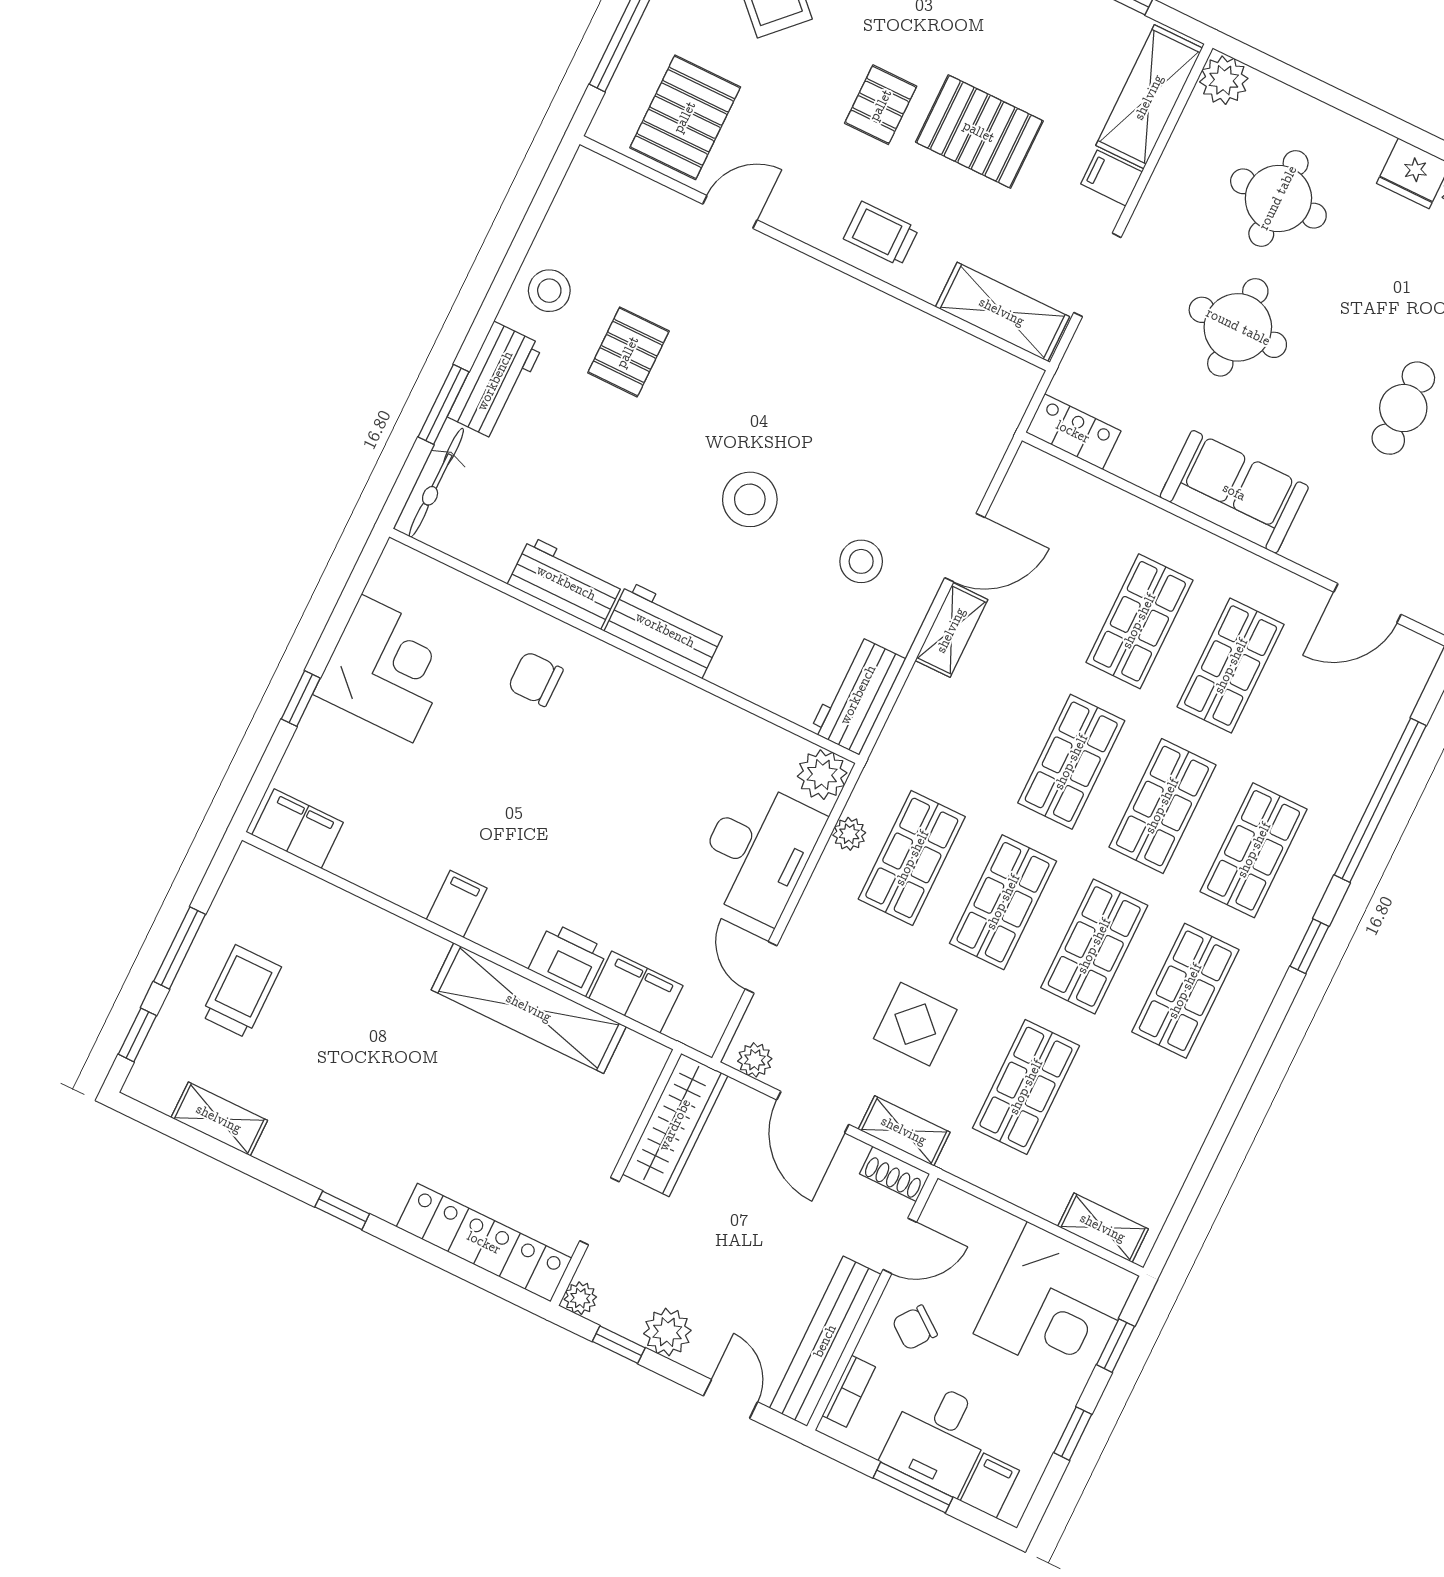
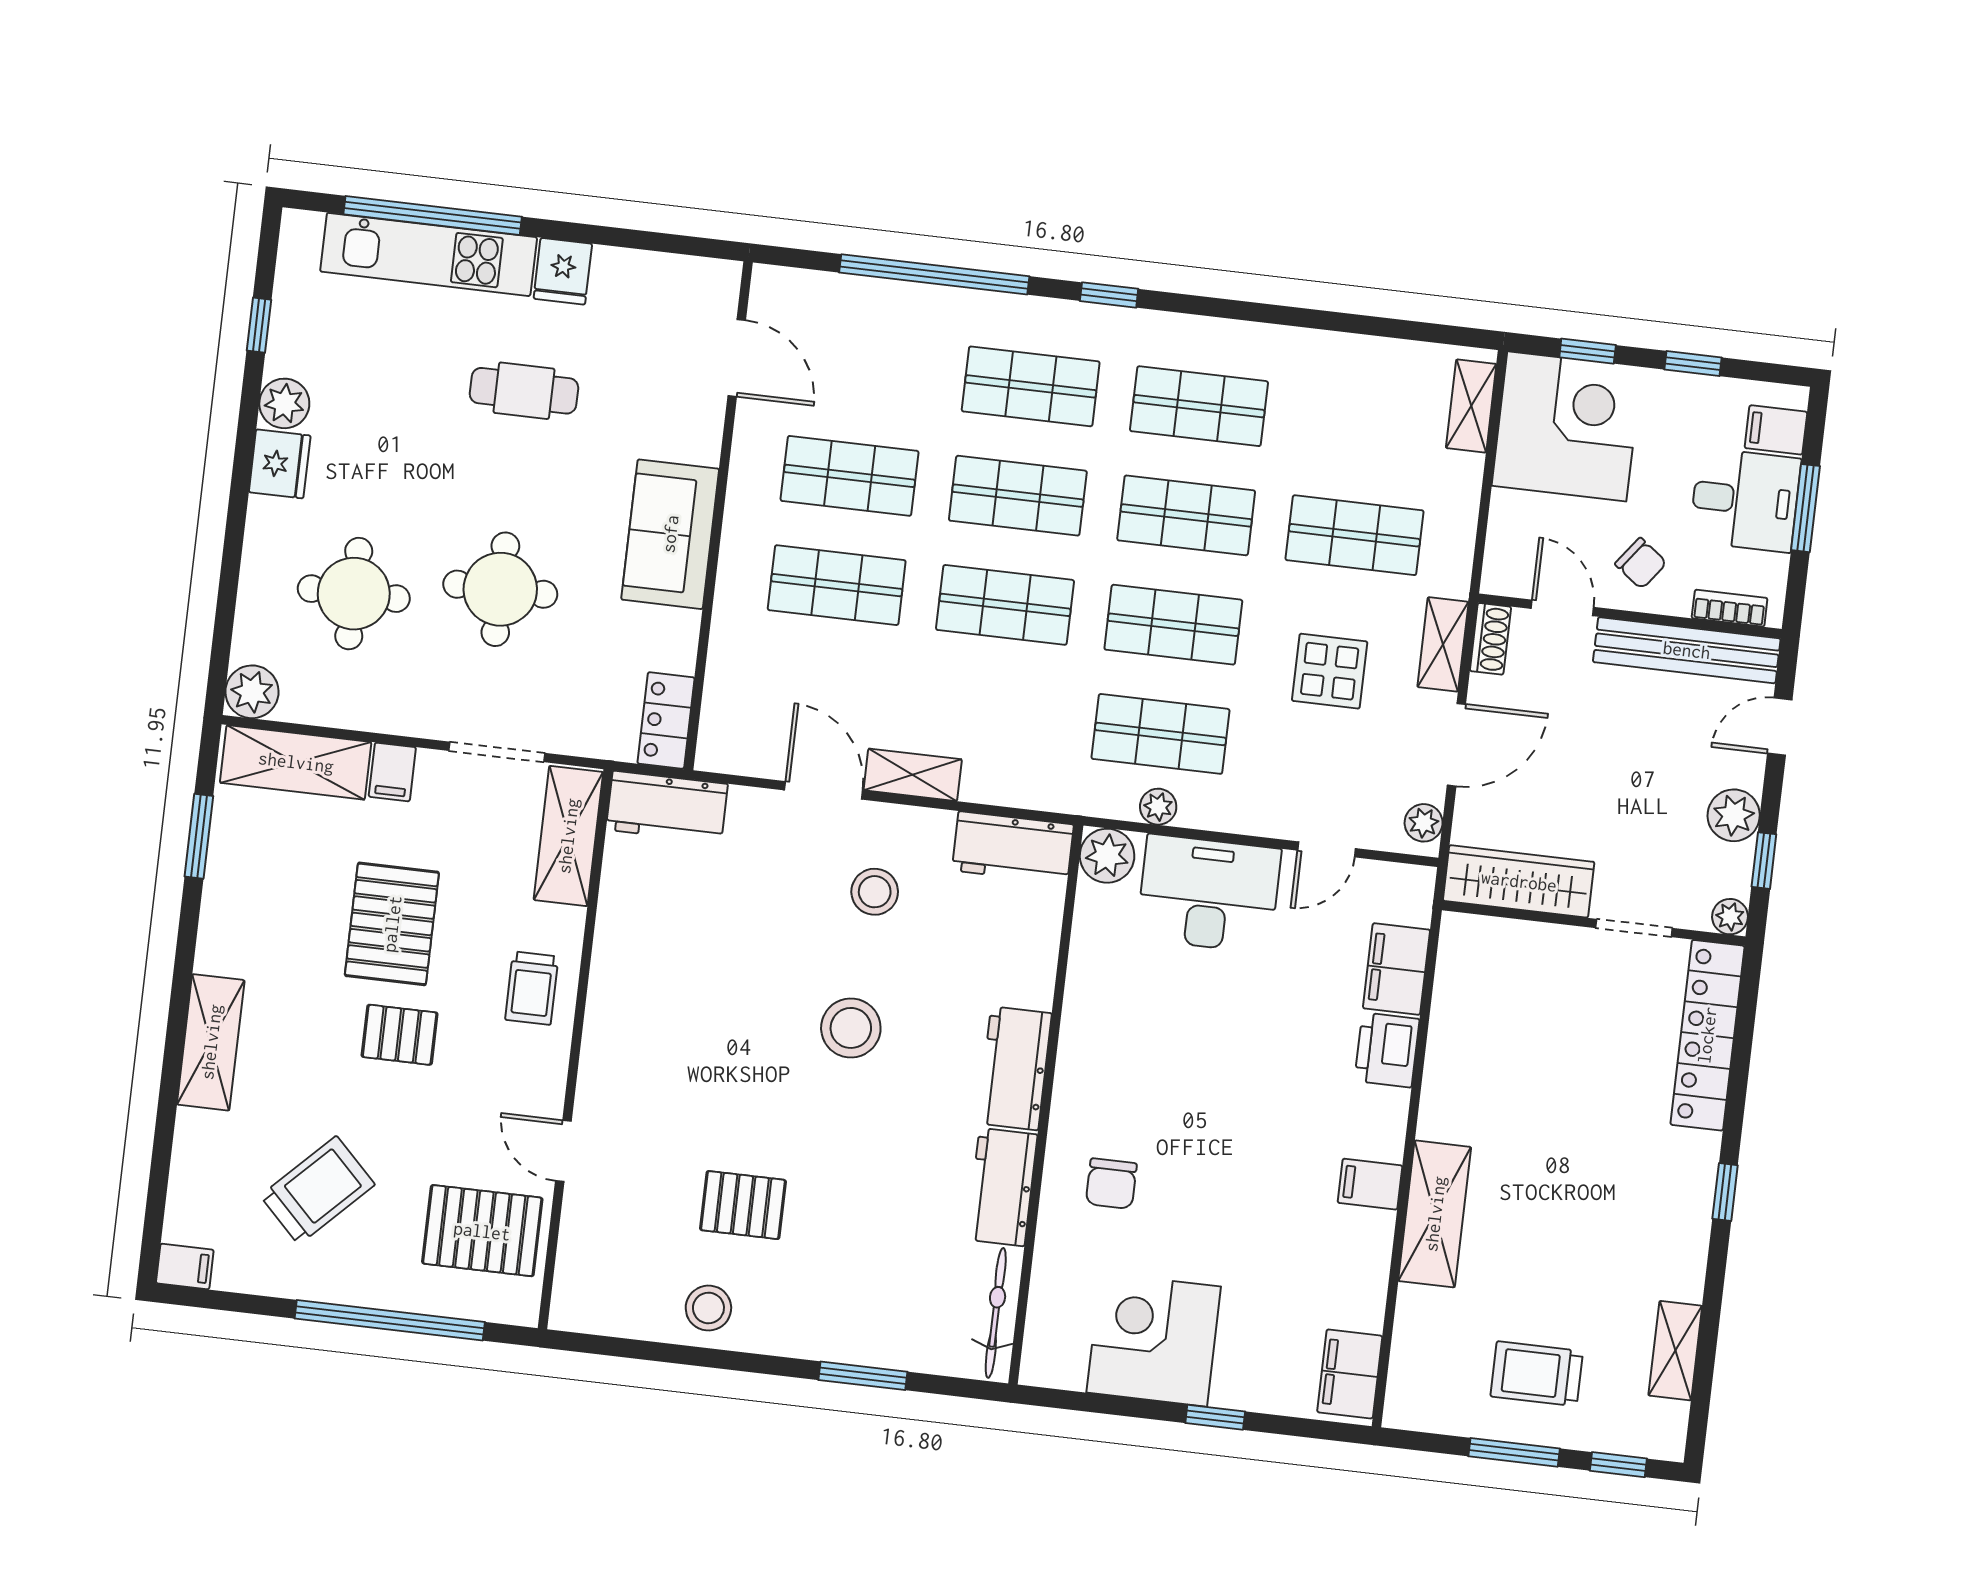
workbench: (495, 381) -> (667, 807), moved, turned 180
bicycle: (436, 483) -> (996, 1313), moved, turned -90
shelving: (529, 1008) -> (1435, 1214), moved, width x0.68

